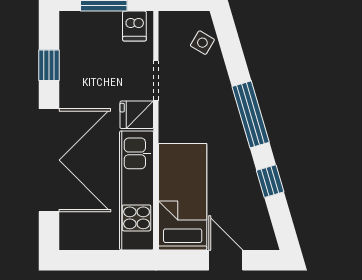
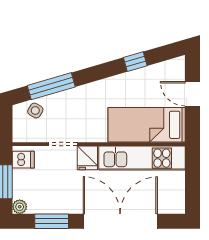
plant: (69, 21) -> (20, 207), added
window: (49, 65) -> (52, 221), width x1.50
window: (251, 114) -> (51, 86), moved
door: (226, 260) -> (192, 94), hinge flipped

